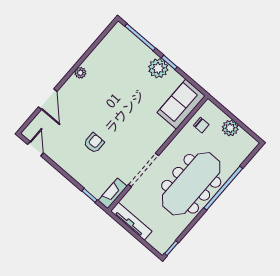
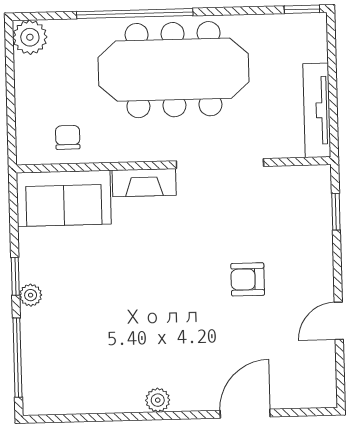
plant: (158, 68) -> (31, 295), width x0.53, depth x0.53
plant: (230, 128) -> (30, 37), moved
door: (35, 149) -> (339, 321), moved
fireplace: (113, 193) -> (144, 183), moved

